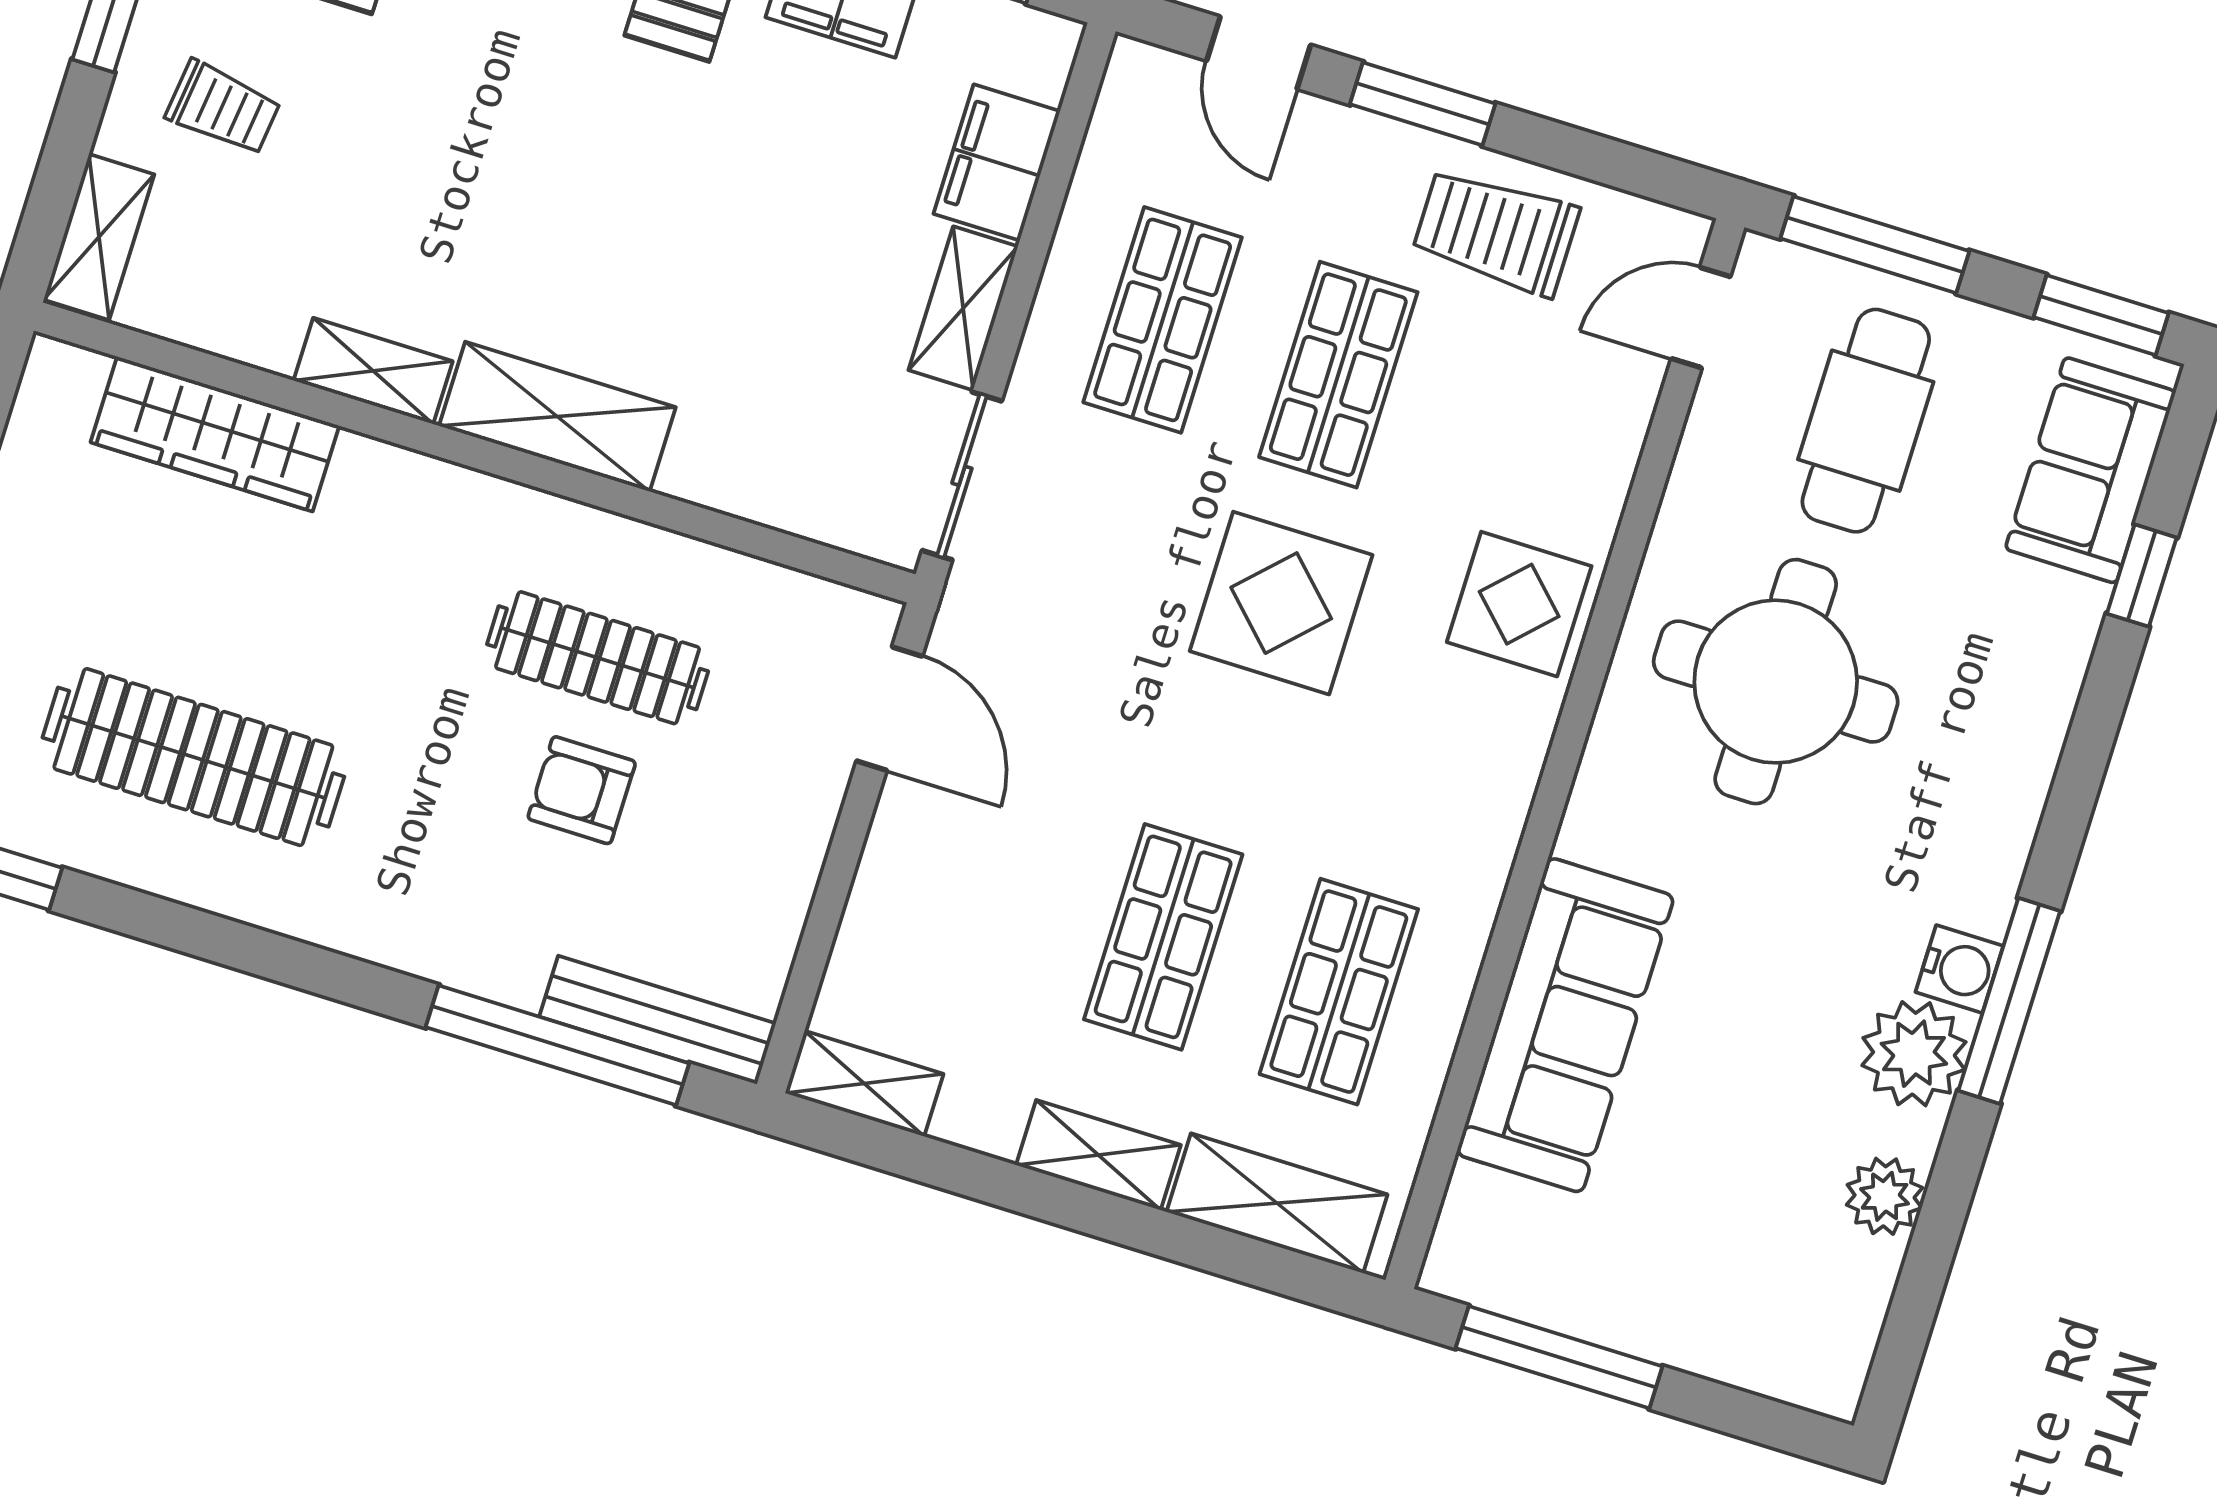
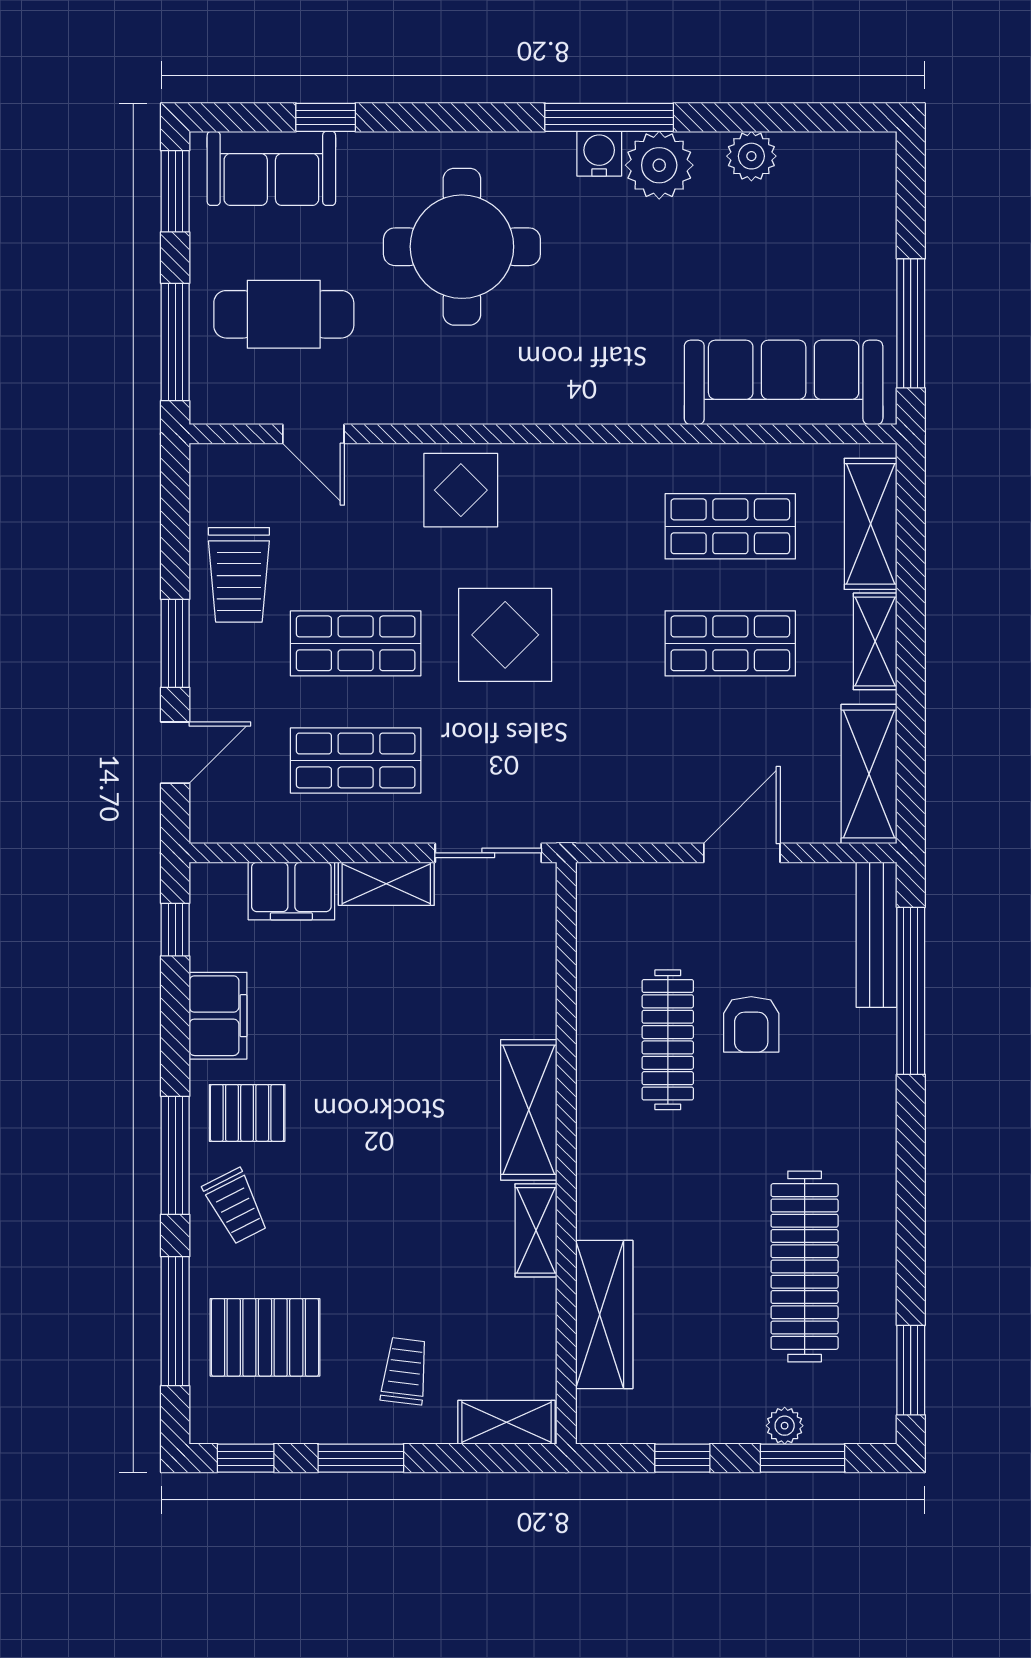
door: (1701, 318) -> (313, 434), moved
round table: (1776, 682) -> (462, 247), moved
door: (889, 709) -> (742, 853), moved
sofa: (1565, 1025) -> (784, 382), moved
shelving: (864, 1083) -> (869, 774), width x1.50, depth x1.33

